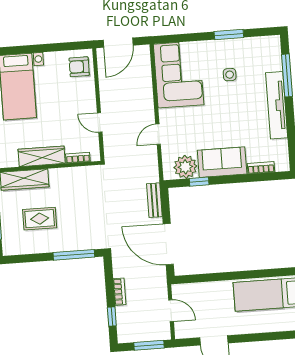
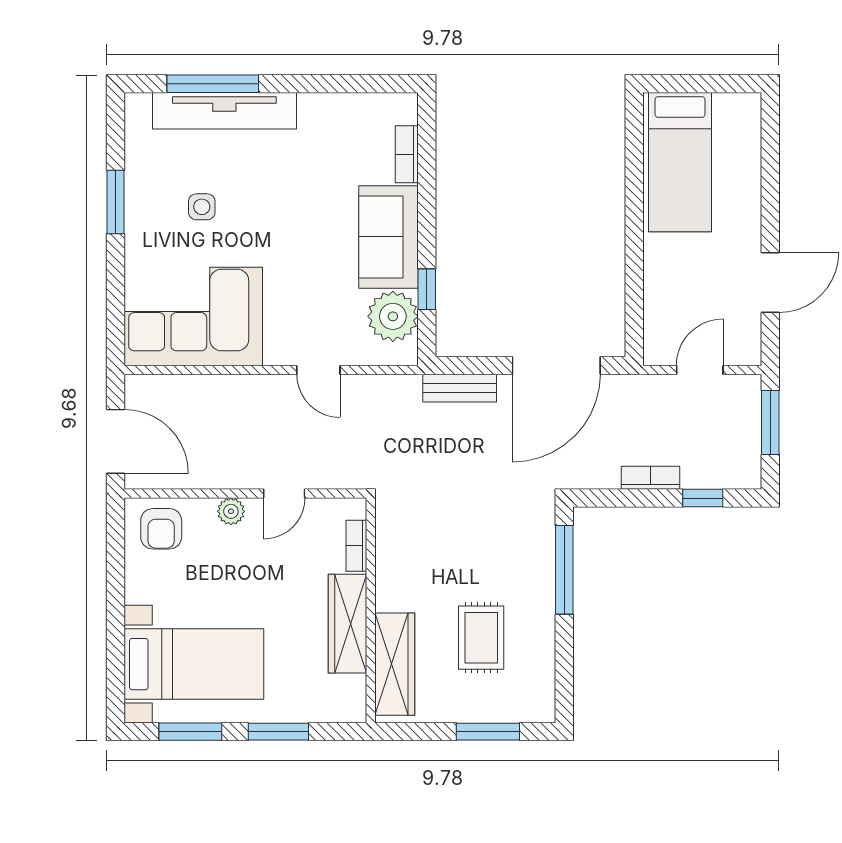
plant: (90, 98) -> (231, 511), added
tv unit: (277, 105) -> (224, 111), moved

